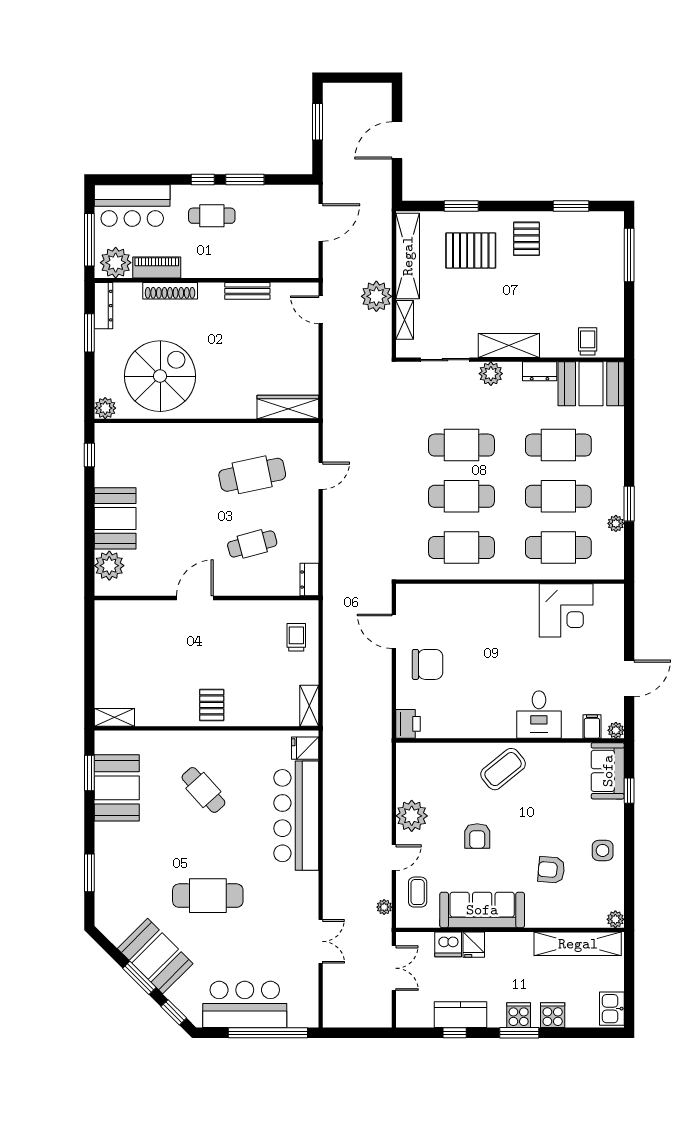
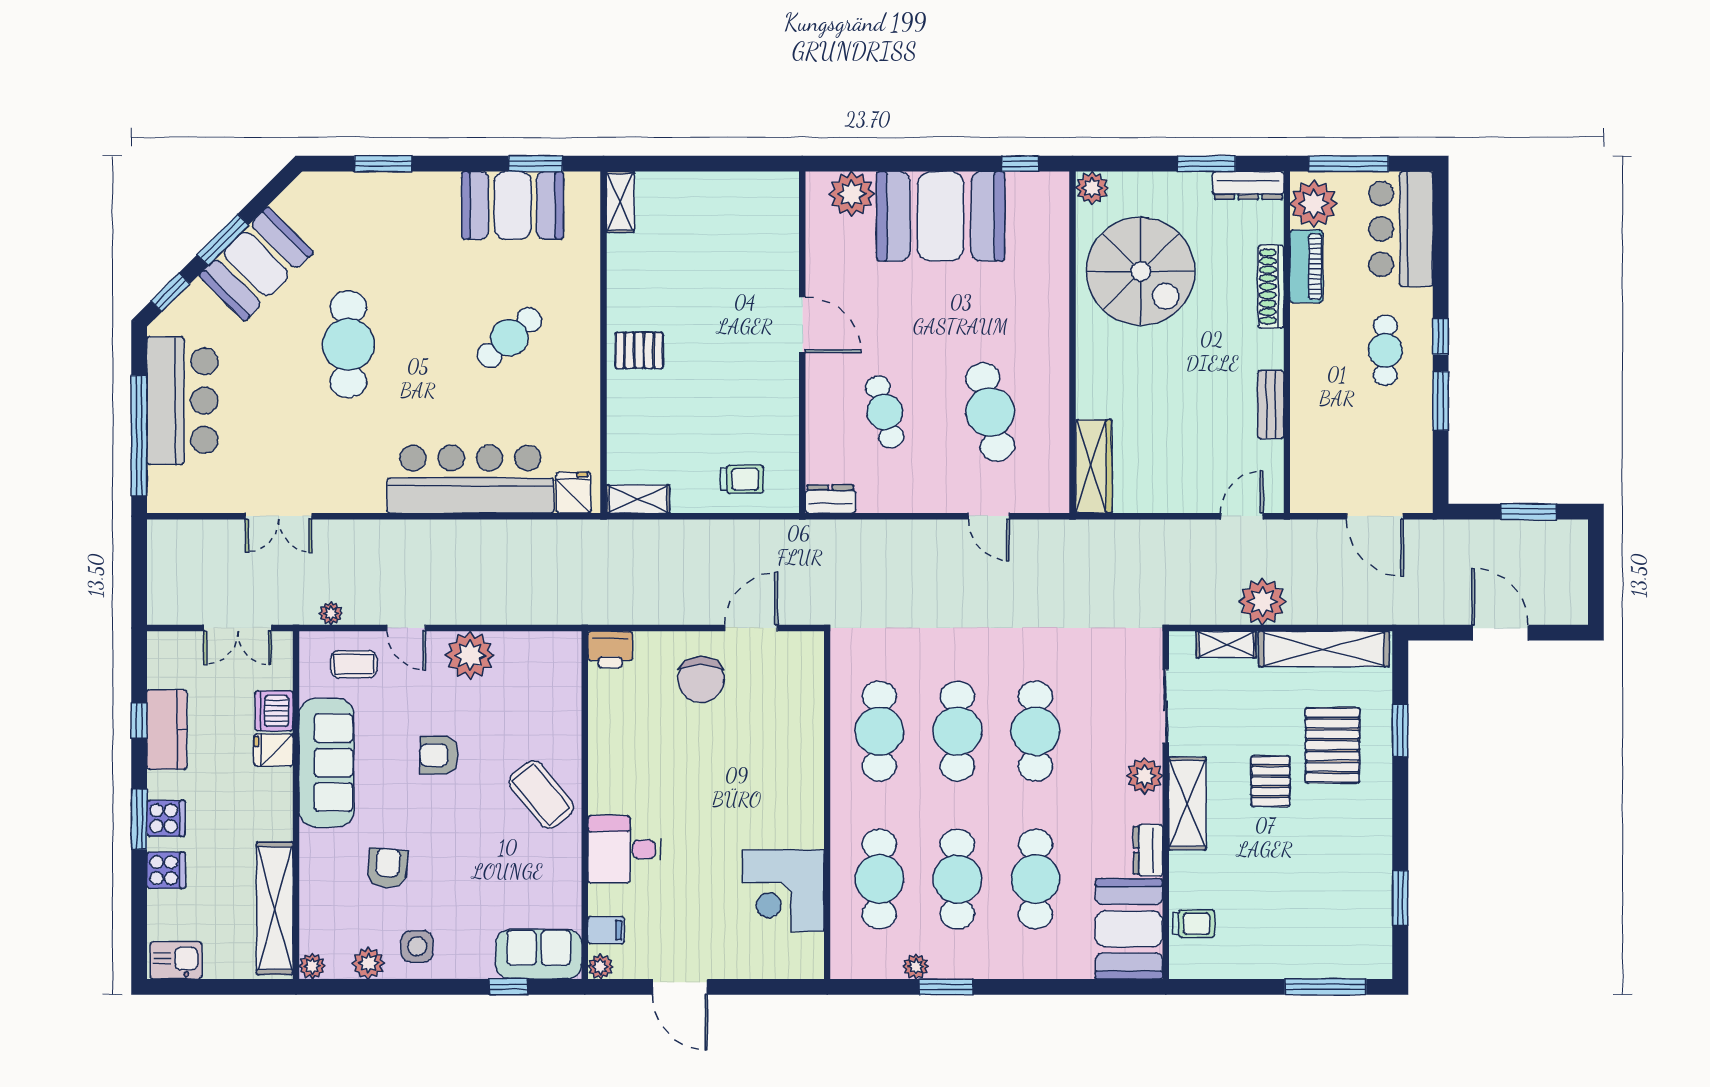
pallet: (527, 239) -> (1270, 781), moved, turned 90
booth: (115, 518) -> (941, 216), width x1.36, depth x1.42
plant: (614, 882) -> (368, 963), added

